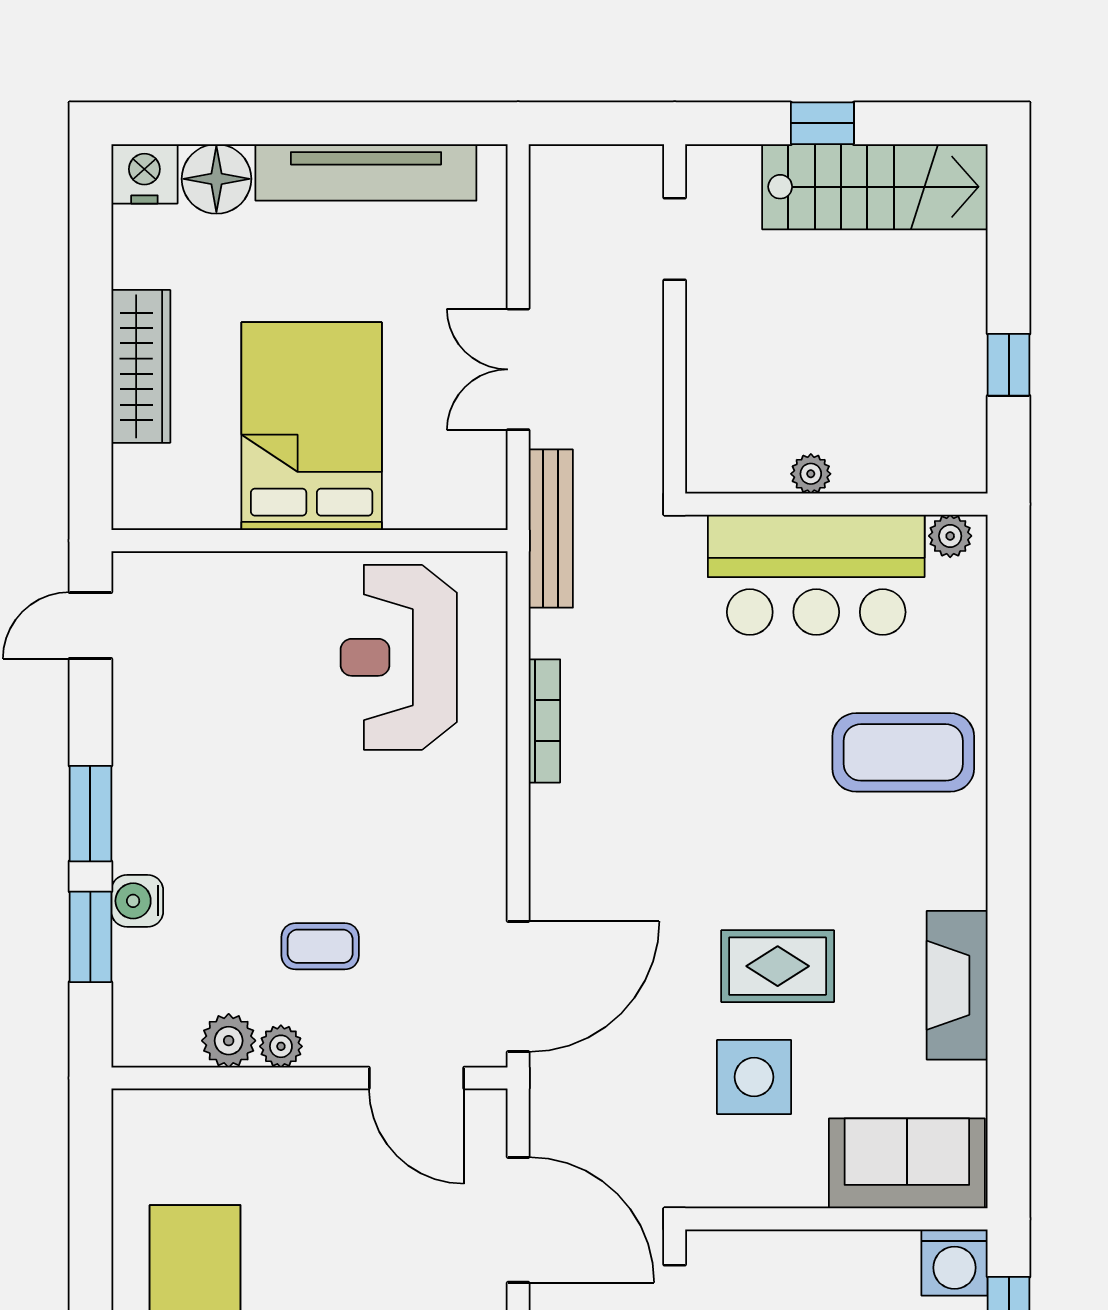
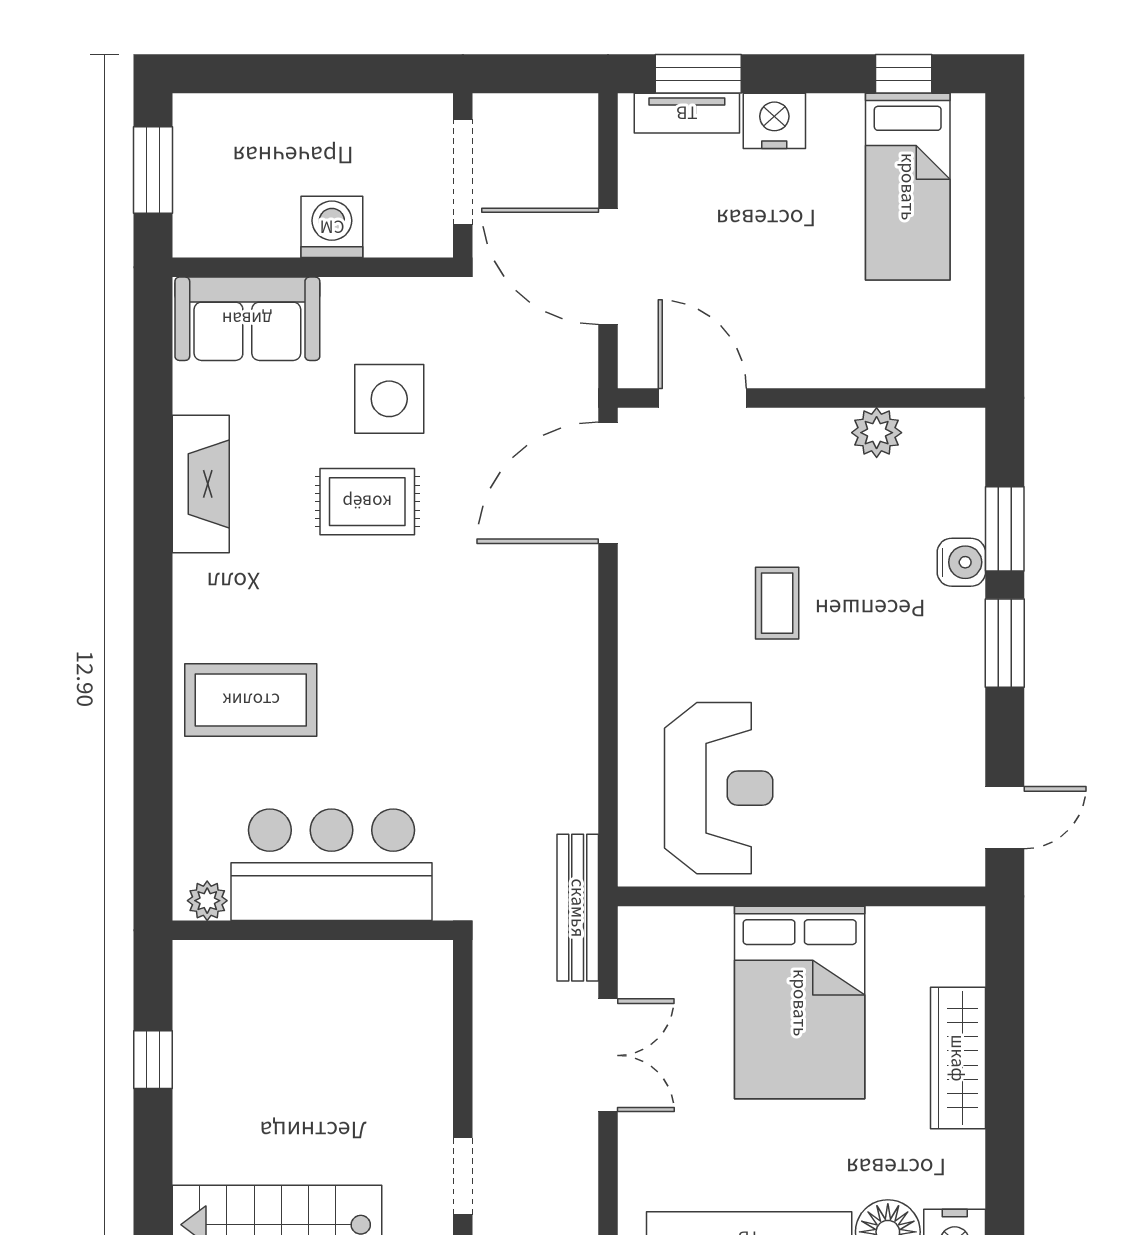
plant: (811, 474) -> (337, 958), removed
bookcase: (544, 721) -> (584, 729), removed
coffee table: (320, 946) -> (777, 603), moved, turned 90
plant: (281, 1046) -> (828, 427), removed
washing machine: (955, 1262) -> (332, 227), moved

